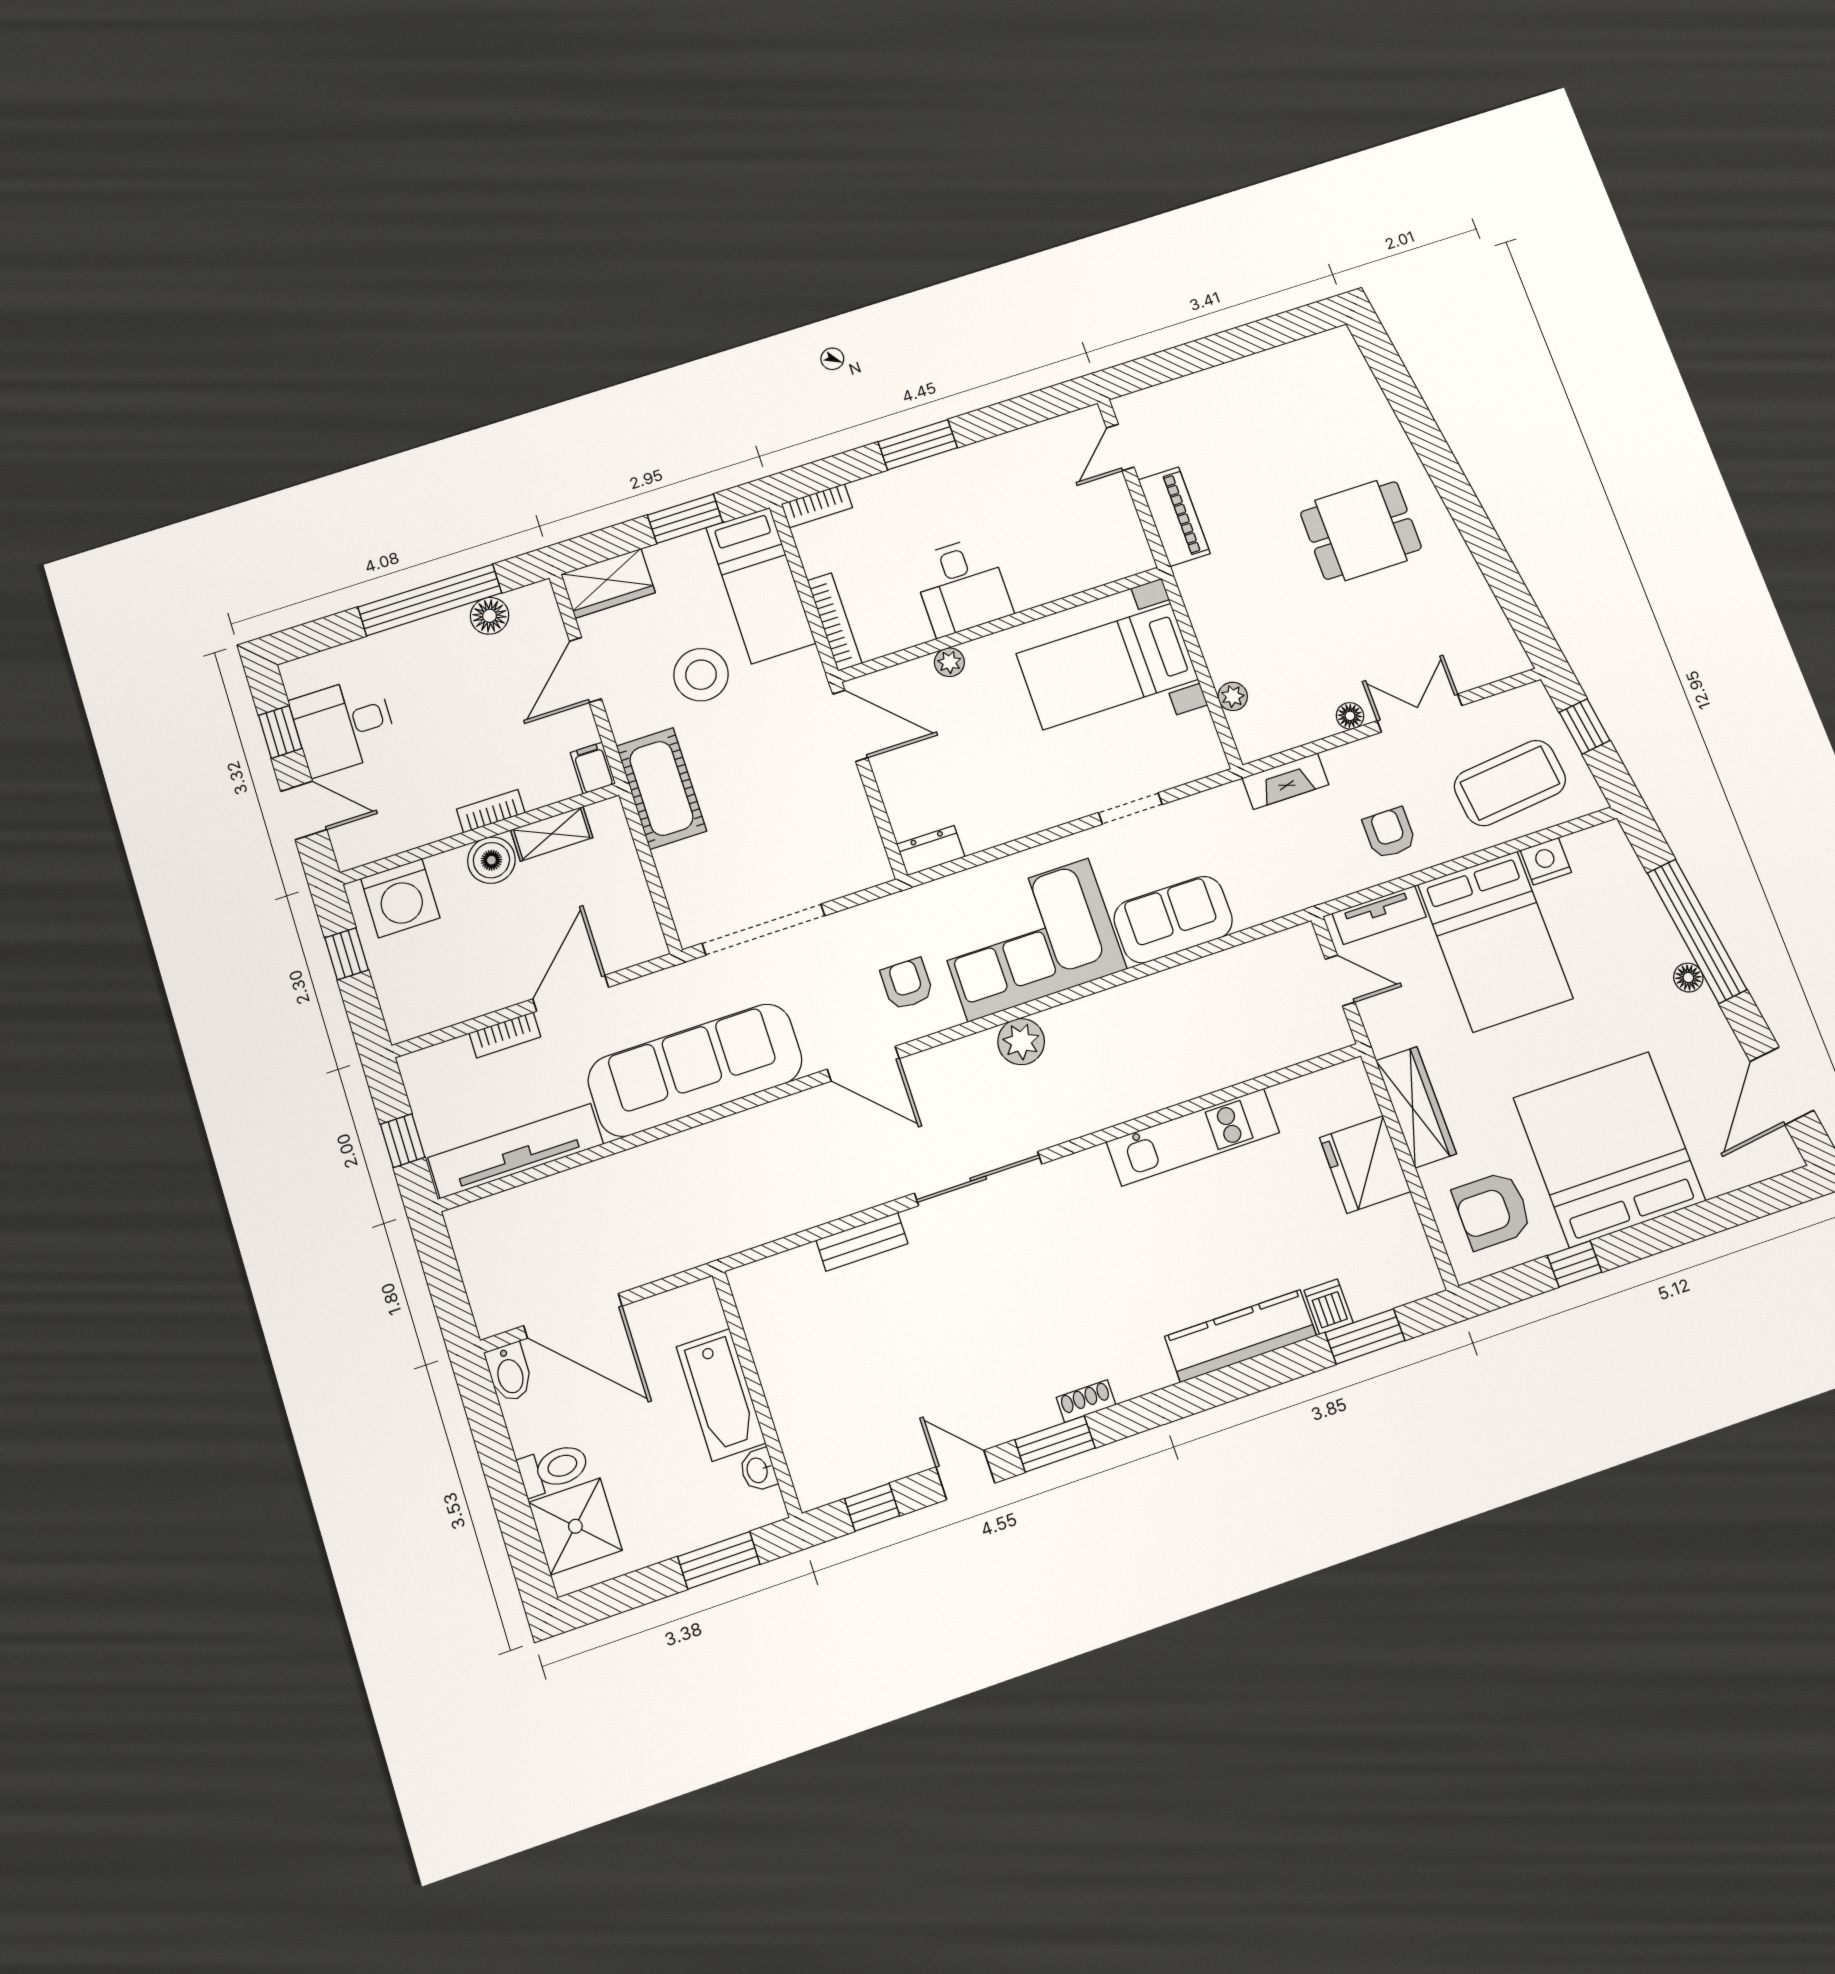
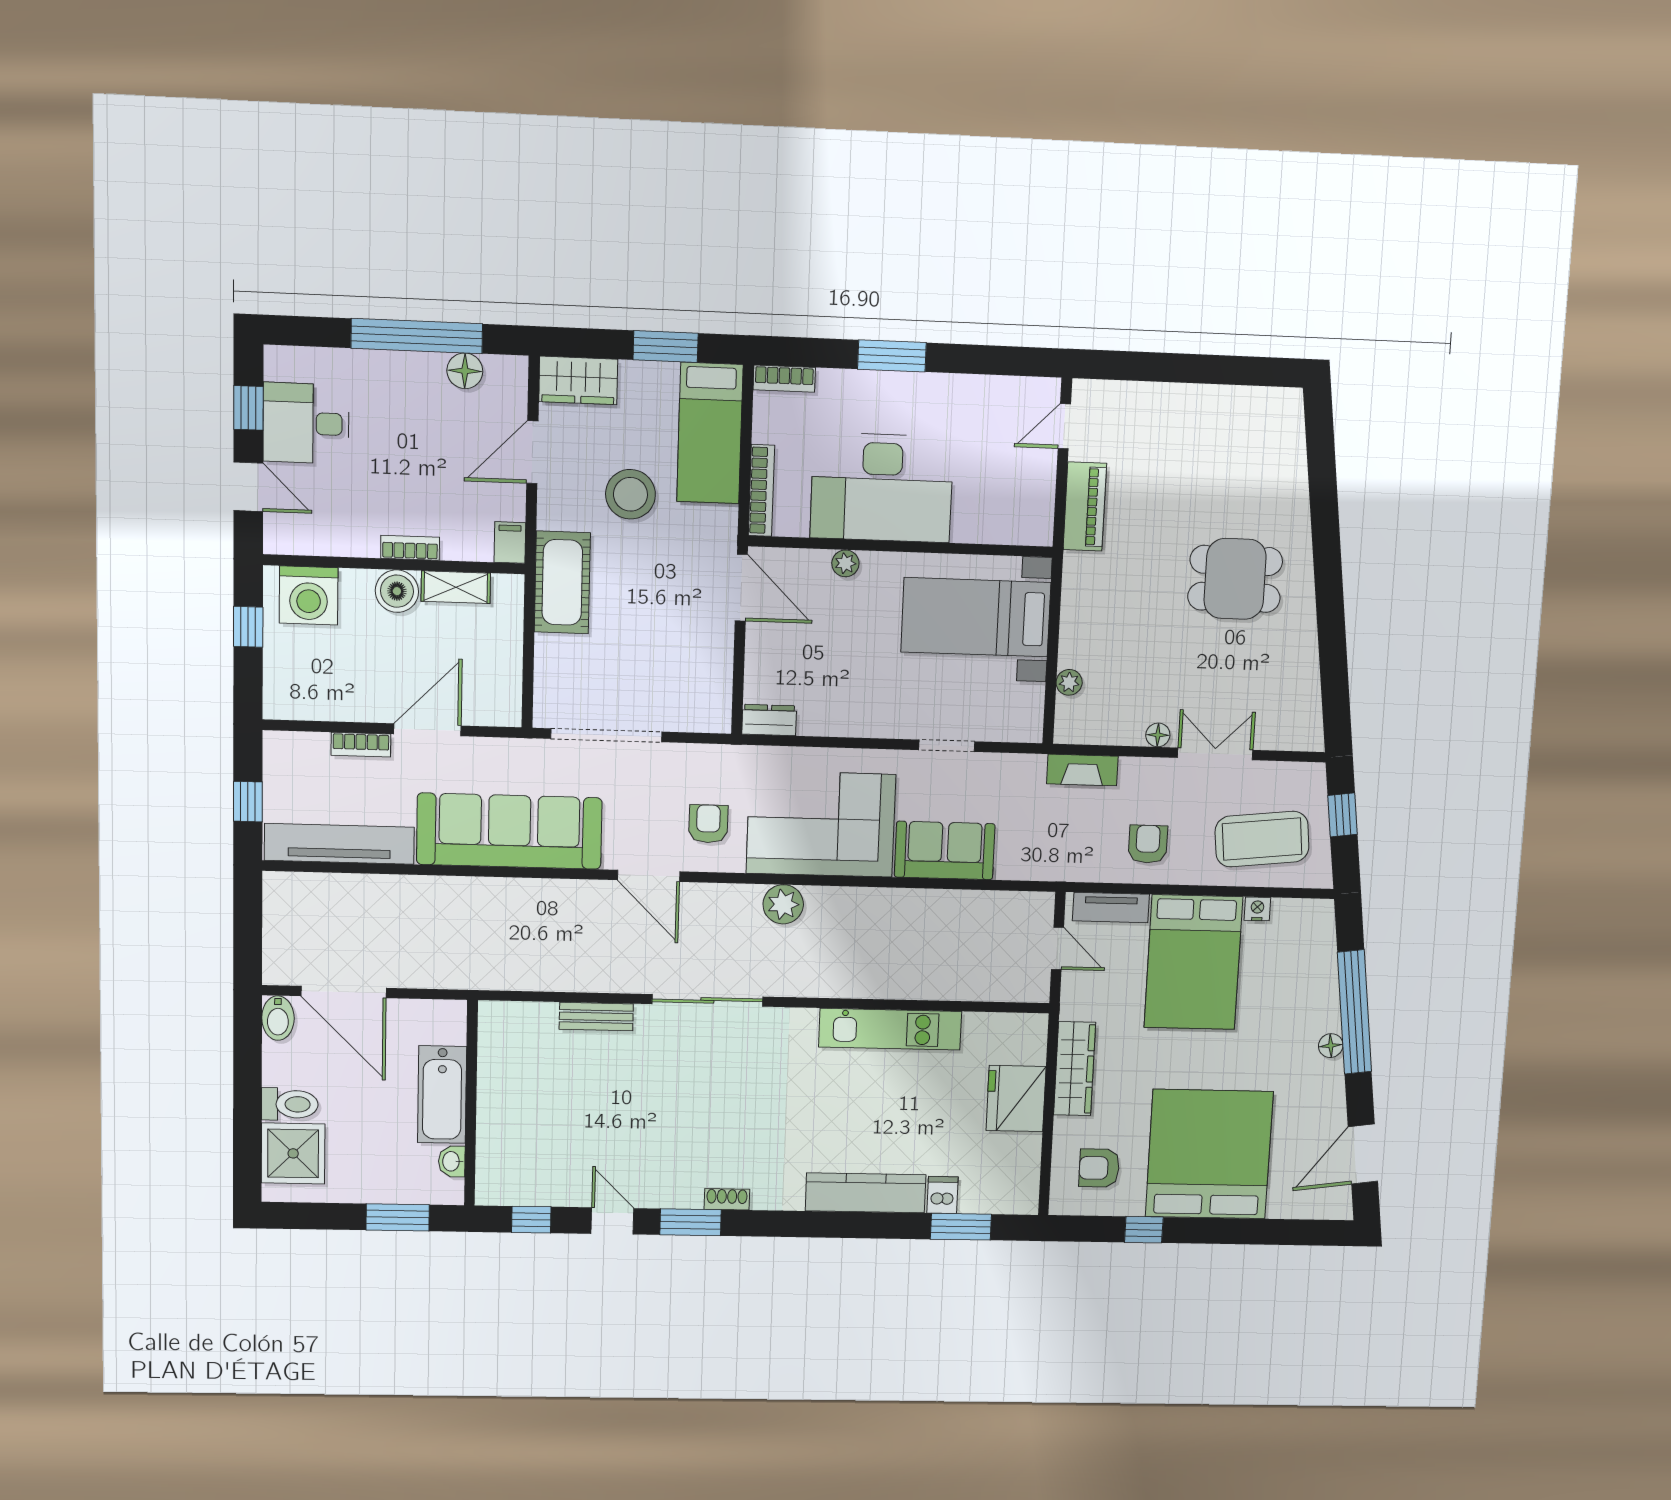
desk: (962, 586) -> (882, 488), width x1.87, depth x1.30
nightstand: (1546, 861) -> (1257, 909), width x0.72, depth x0.74
armchair: (1492, 1210) -> (1099, 1168), width x0.72, depth x0.72

